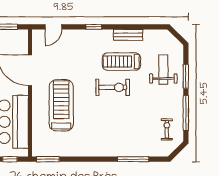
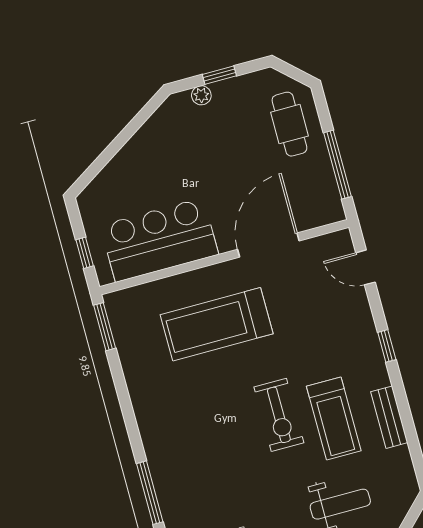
treadmill: (122, 62) -> (334, 419), turned 180
treadmill: (61, 105) -> (217, 324), turned 180

